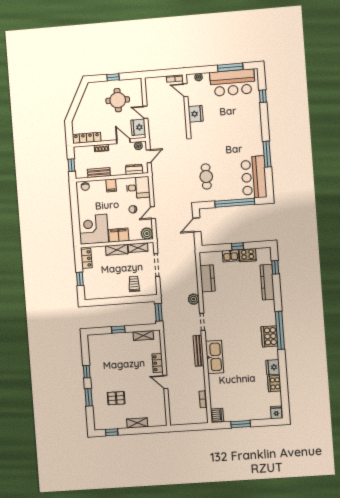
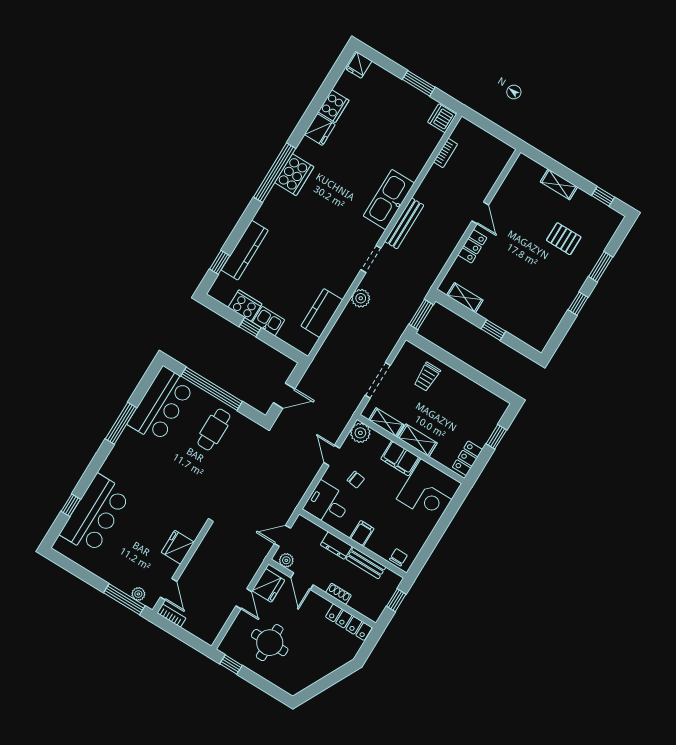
window: (230, 67) -> (124, 599), moved
window: (113, 77) -> (231, 665), moved
bar counter: (232, 83) -> (95, 514), moved, turned 90
dresser: (134, 169) -> (336, 546), moved
cafe table: (206, 176) -> (214, 429), moved
door: (153, 213) -> (332, 455), swing flipped

